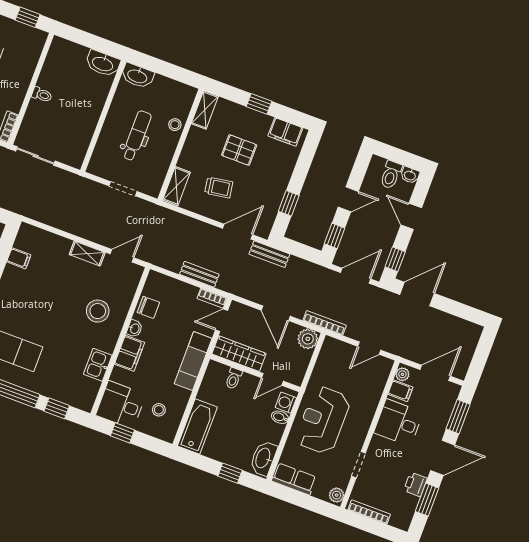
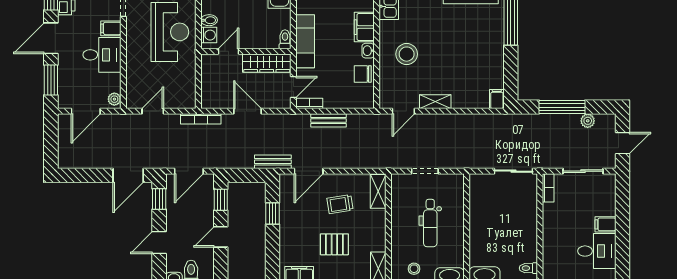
toilet: (42, 95) -> (528, 268), moved
stool: (175, 125) -> (414, 269), moved
door: (411, 216) -> (159, 243), swing flipped
filing cabinet: (19, 258) -> (497, 99), moved, turned 90
plant: (308, 339) -> (210, 99), removed
toilet: (234, 378) -> (285, 39), moved
filing cabinet: (400, 391) -> (111, 28), moved

